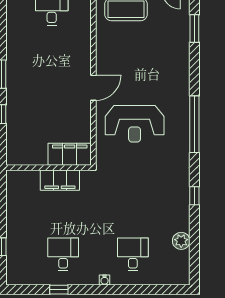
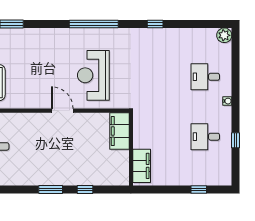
reception desk: (135, 124) -> (93, 75), turned 180
filing cabinet: (60, 180) -> (142, 166), moved
plant: (181, 241) -> (224, 35), moved

